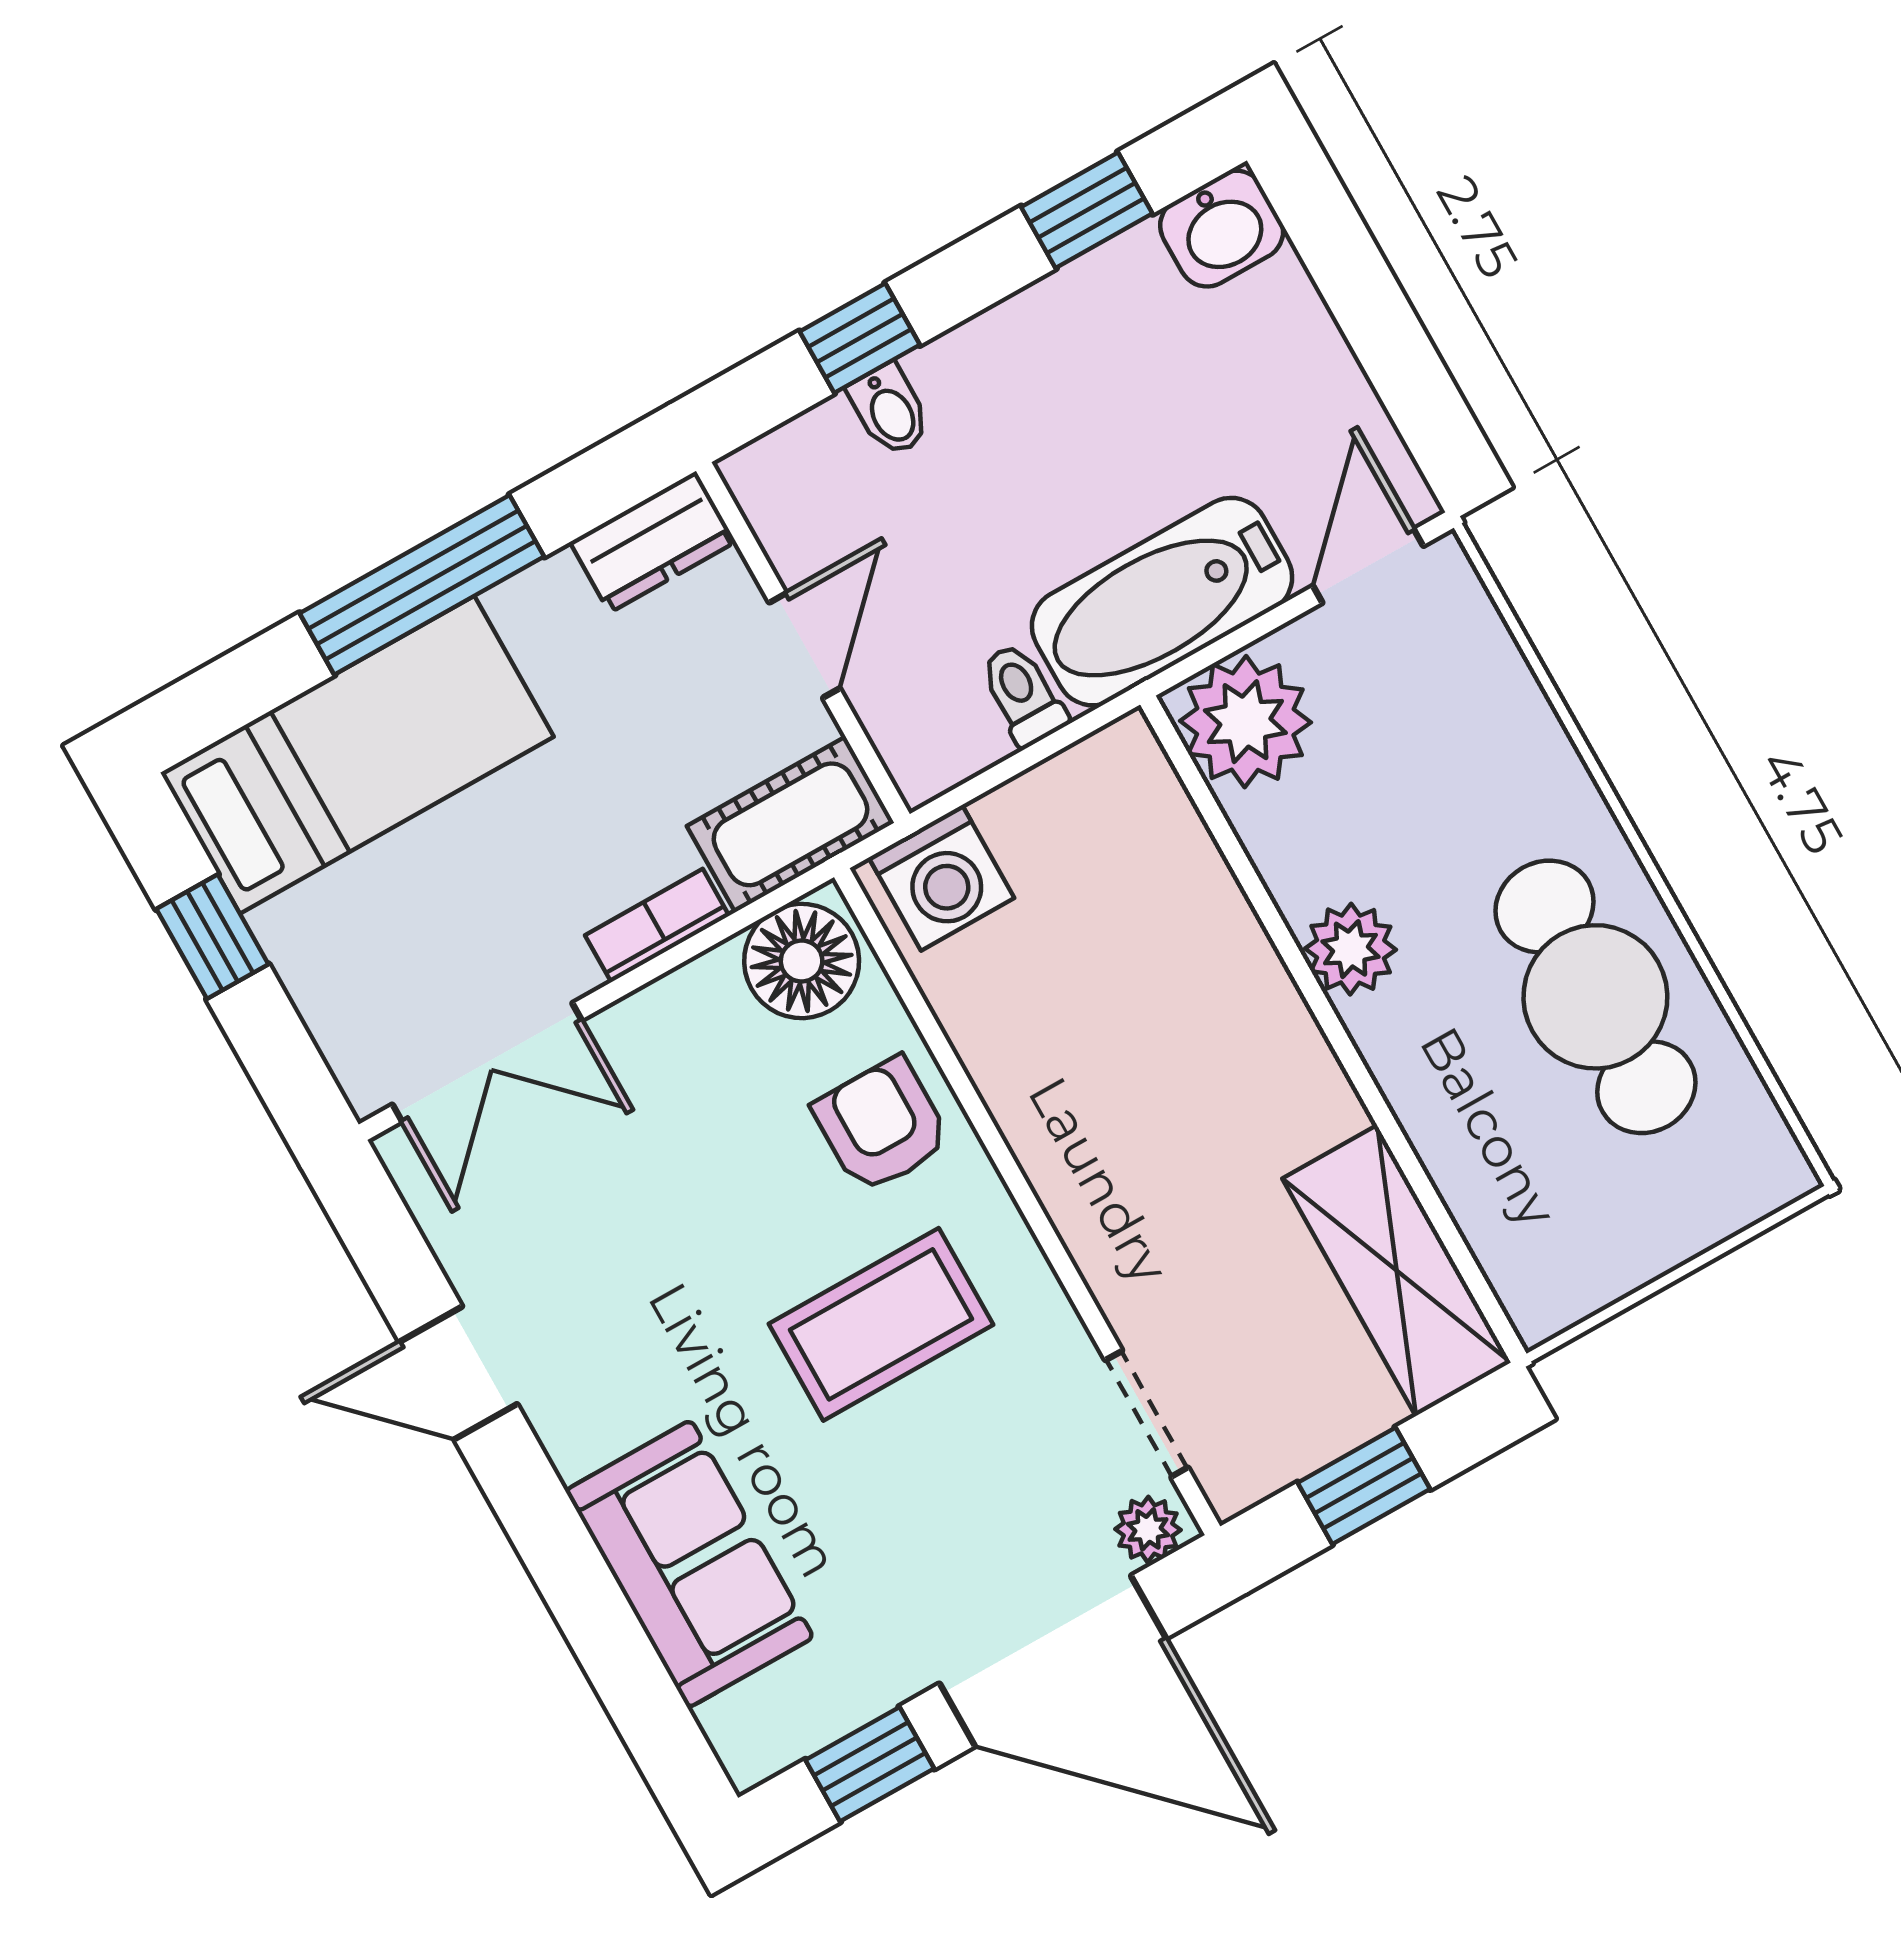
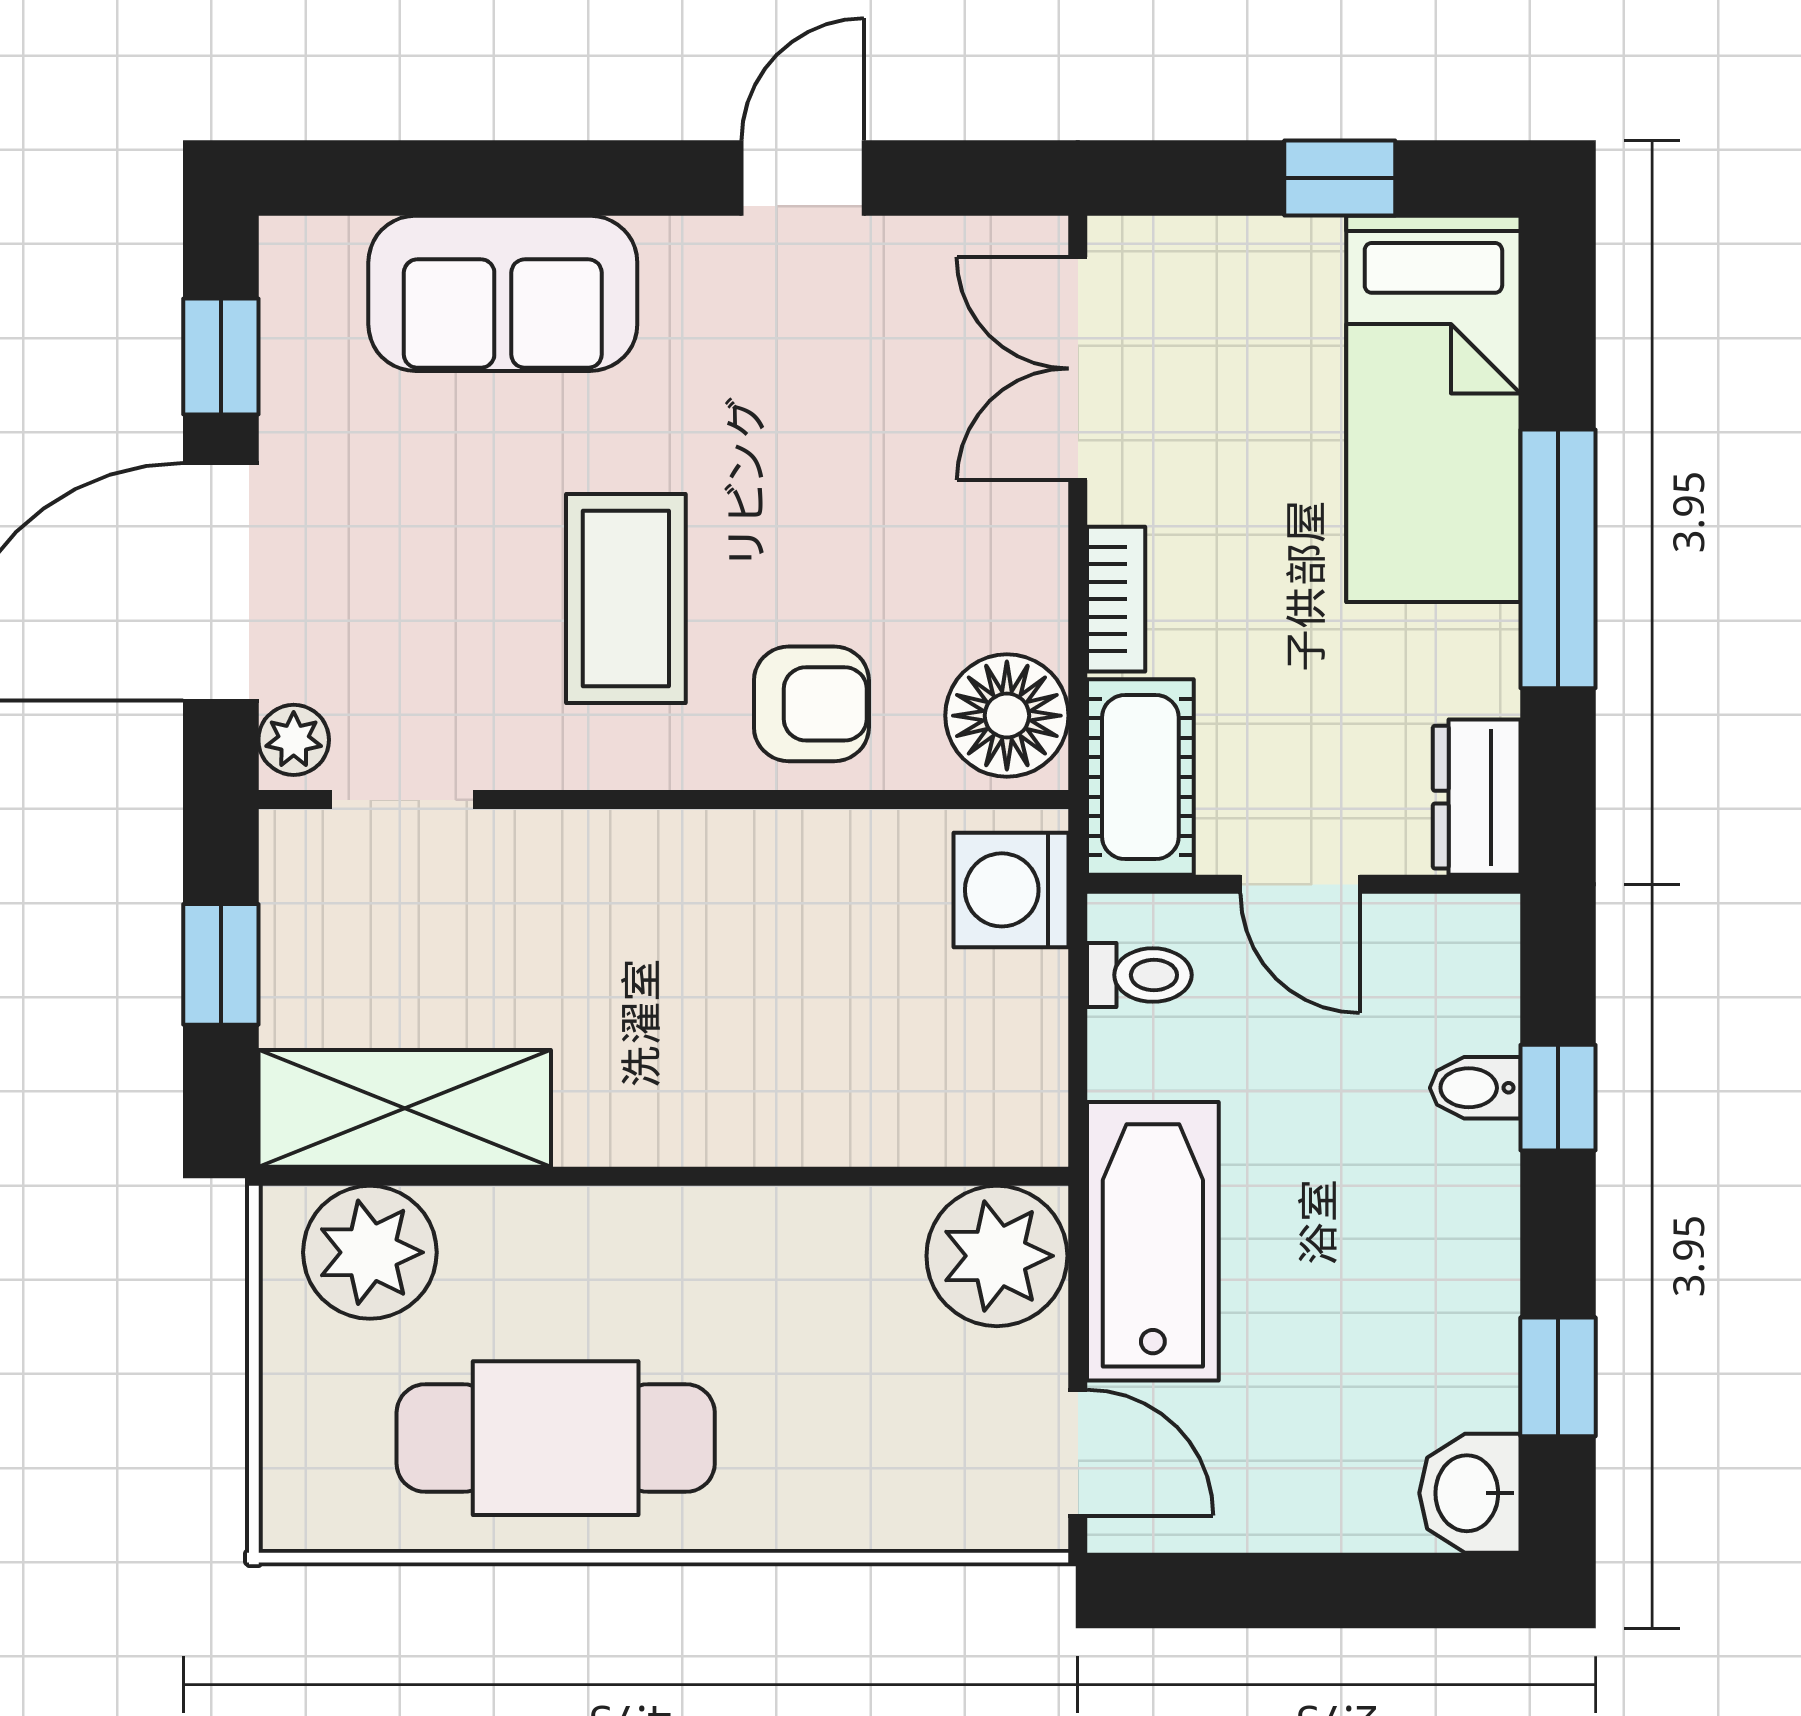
toilet: (1023, 695) -> (1139, 975), moved
plant: (1351, 949) -> (370, 1252), moved, width x1.36, depth x1.36

